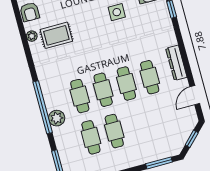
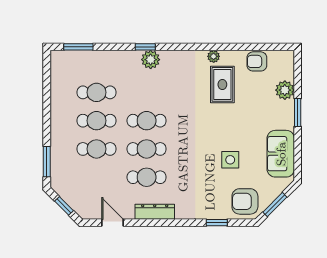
plant: (32, 36) -> (214, 56), moved
cafe table: (80, 96) -> (96, 149), moved
window: (43, 107) -> (145, 47), width x0.32
plant: (57, 118) -> (151, 60), moved

